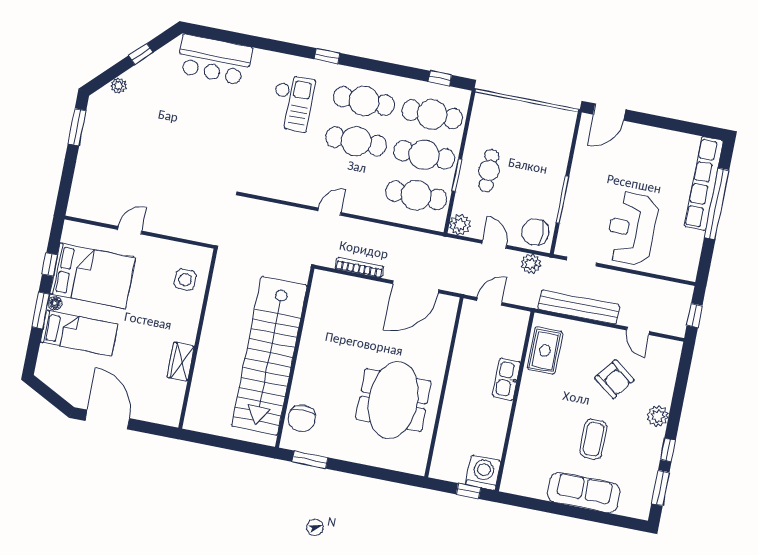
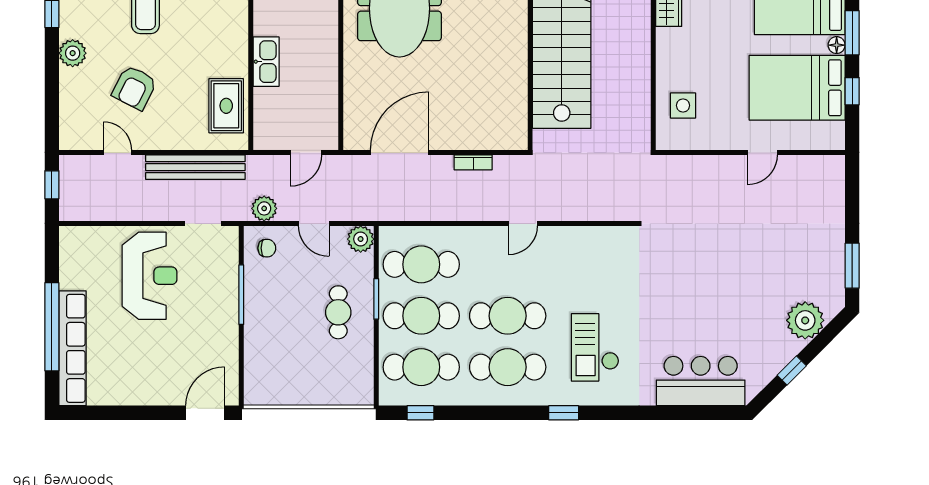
plant: (119, 85) -> (805, 320), width x1.87, depth x1.87
chair: (535, 232) -> (267, 248), width x0.54, depth x0.54
bookcase: (359, 268) -> (473, 162), width x0.64
armchair: (614, 379) -> (134, 88), turned -100

